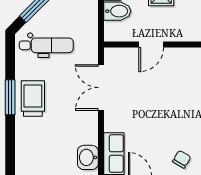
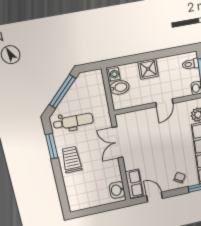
door: (151, 44) -> (164, 103), moved
window: (10, 97) -> (52, 146), moved

